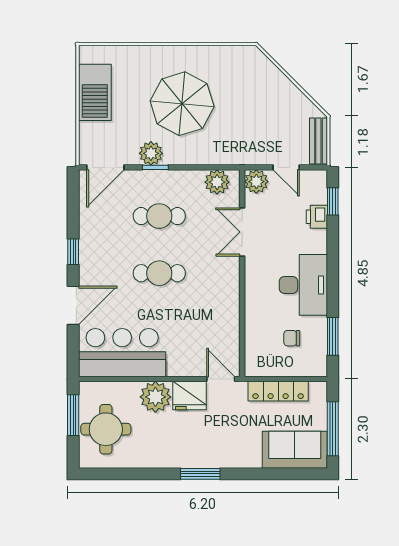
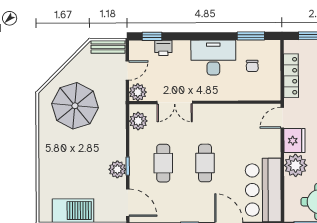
parasol: (182, 104) -> (75, 106), moved

